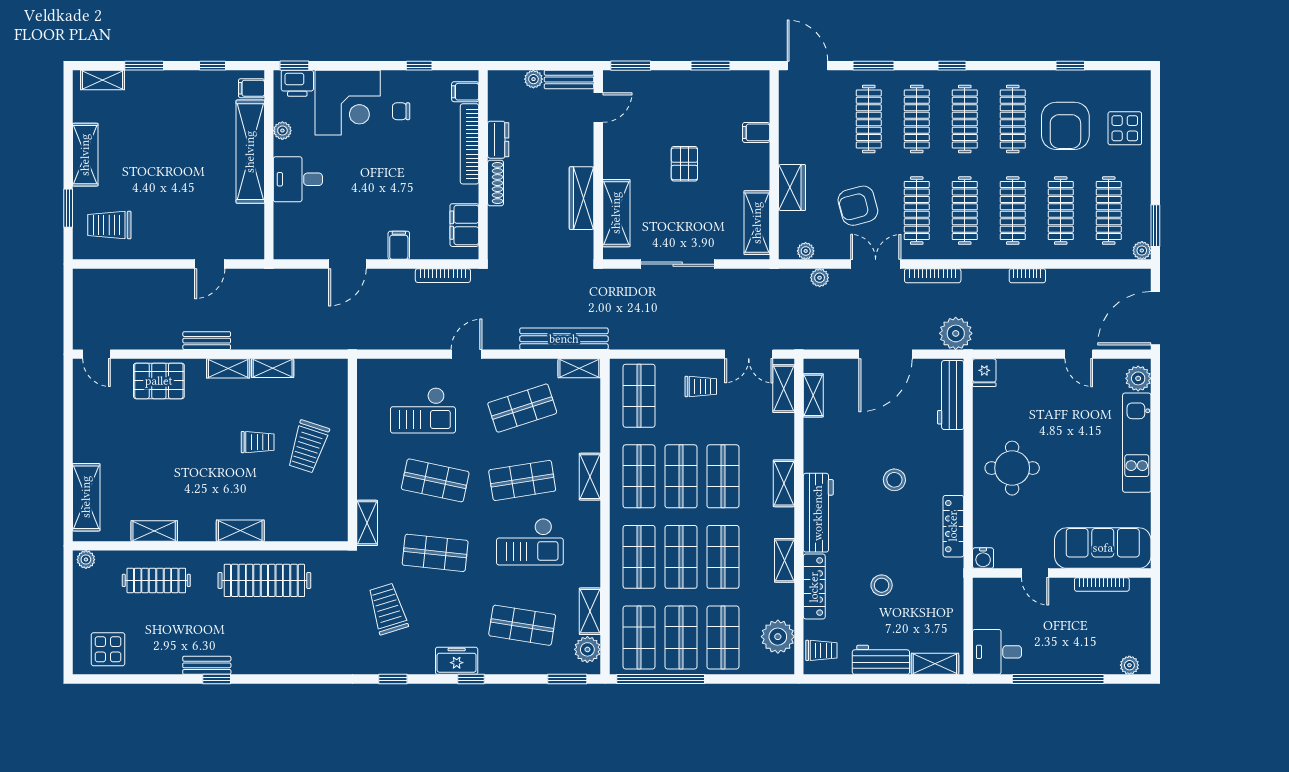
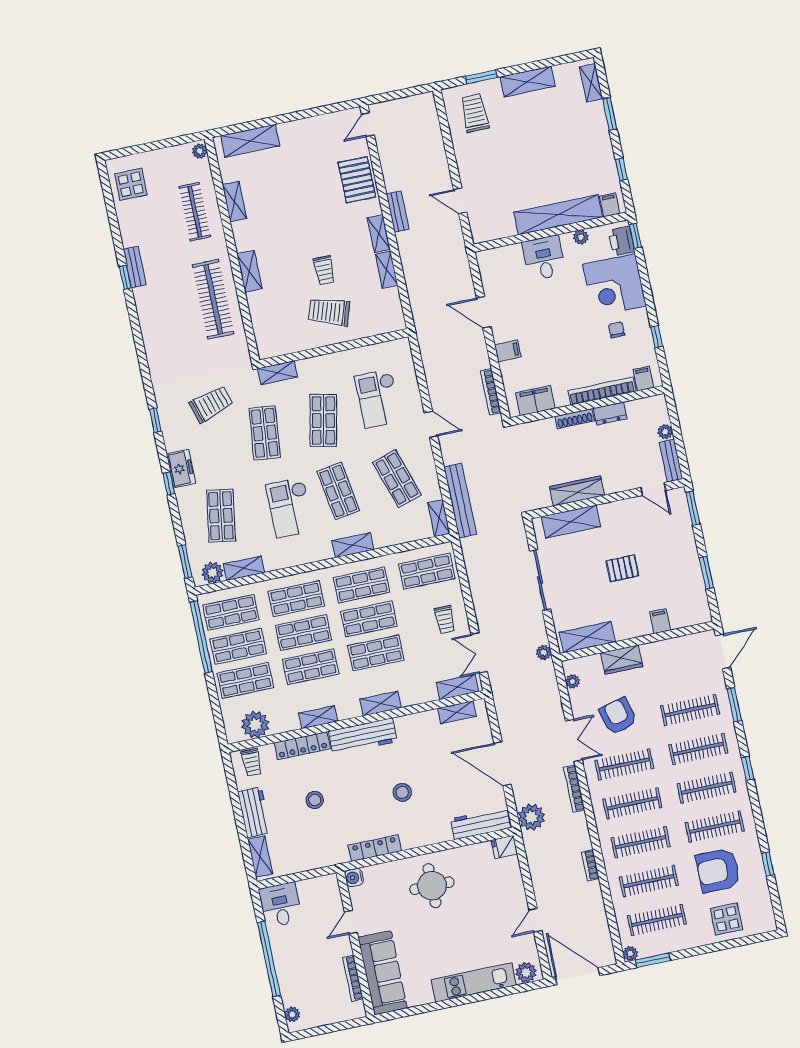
plant: (820, 278) -> (544, 653), moved

